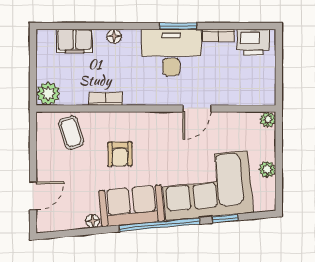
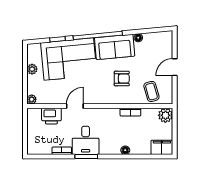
filing cabinet: (74, 41) -> (162, 147), moved
printer: (253, 42) -> (51, 116), moved, turned 180
desk: (171, 52) -> (86, 140), width x0.73
armchair: (120, 154) -> (122, 78), turned 90
door: (33, 196) -> (175, 67), moved

